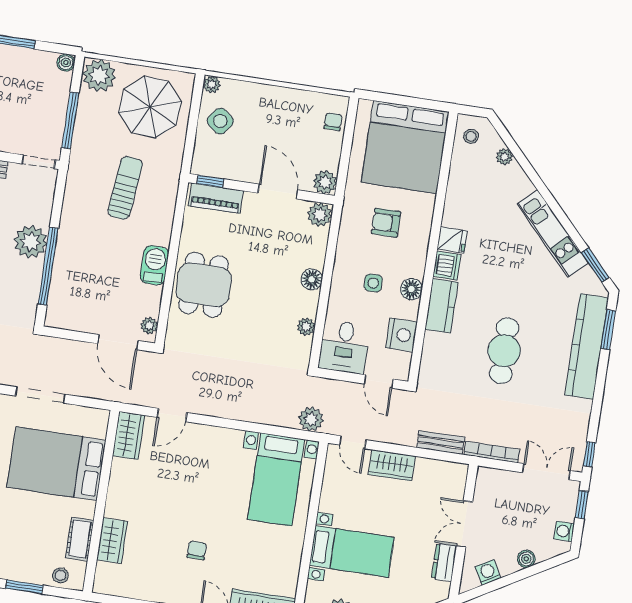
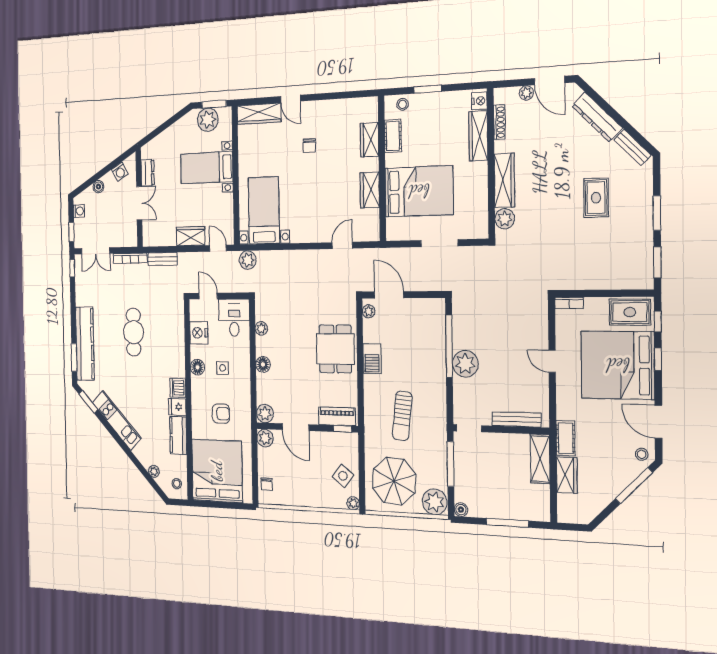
kitchen counter: (441, 306) -> (178, 435), moved
wardrobe: (129, 435) -> (370, 190), moved

